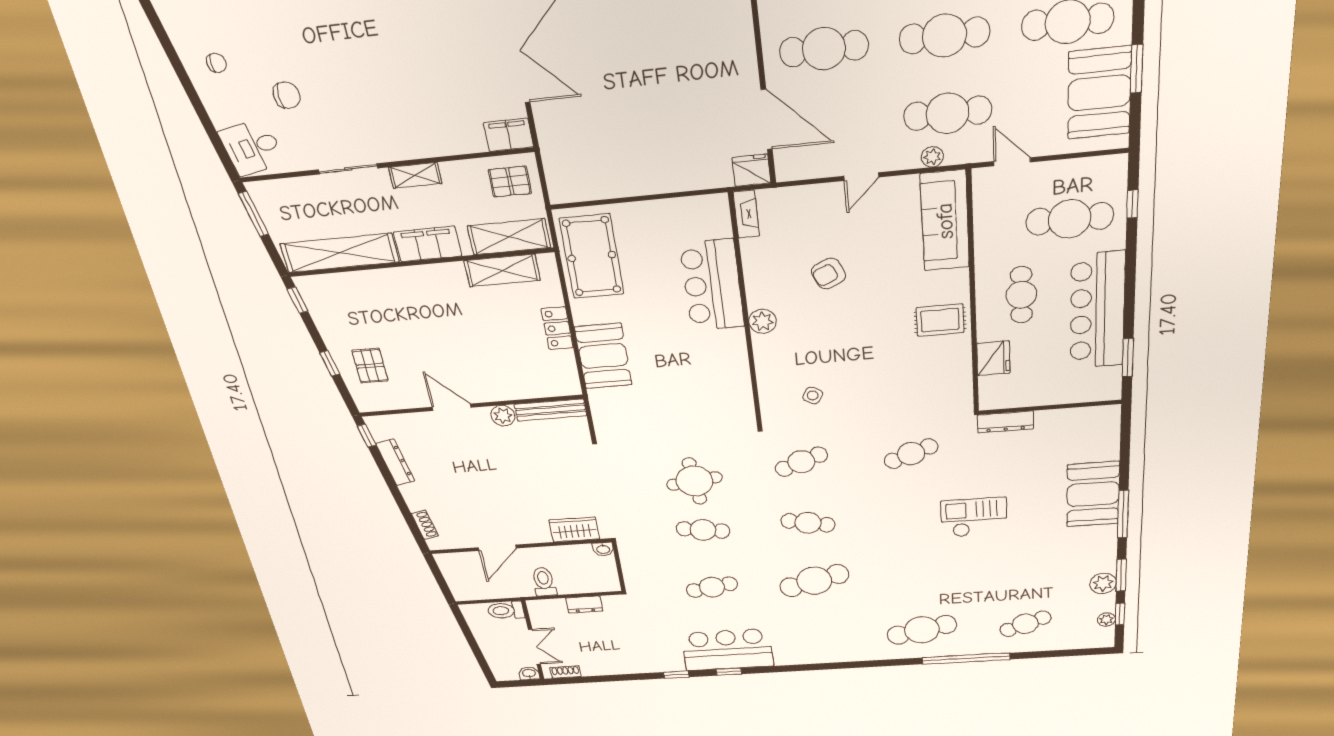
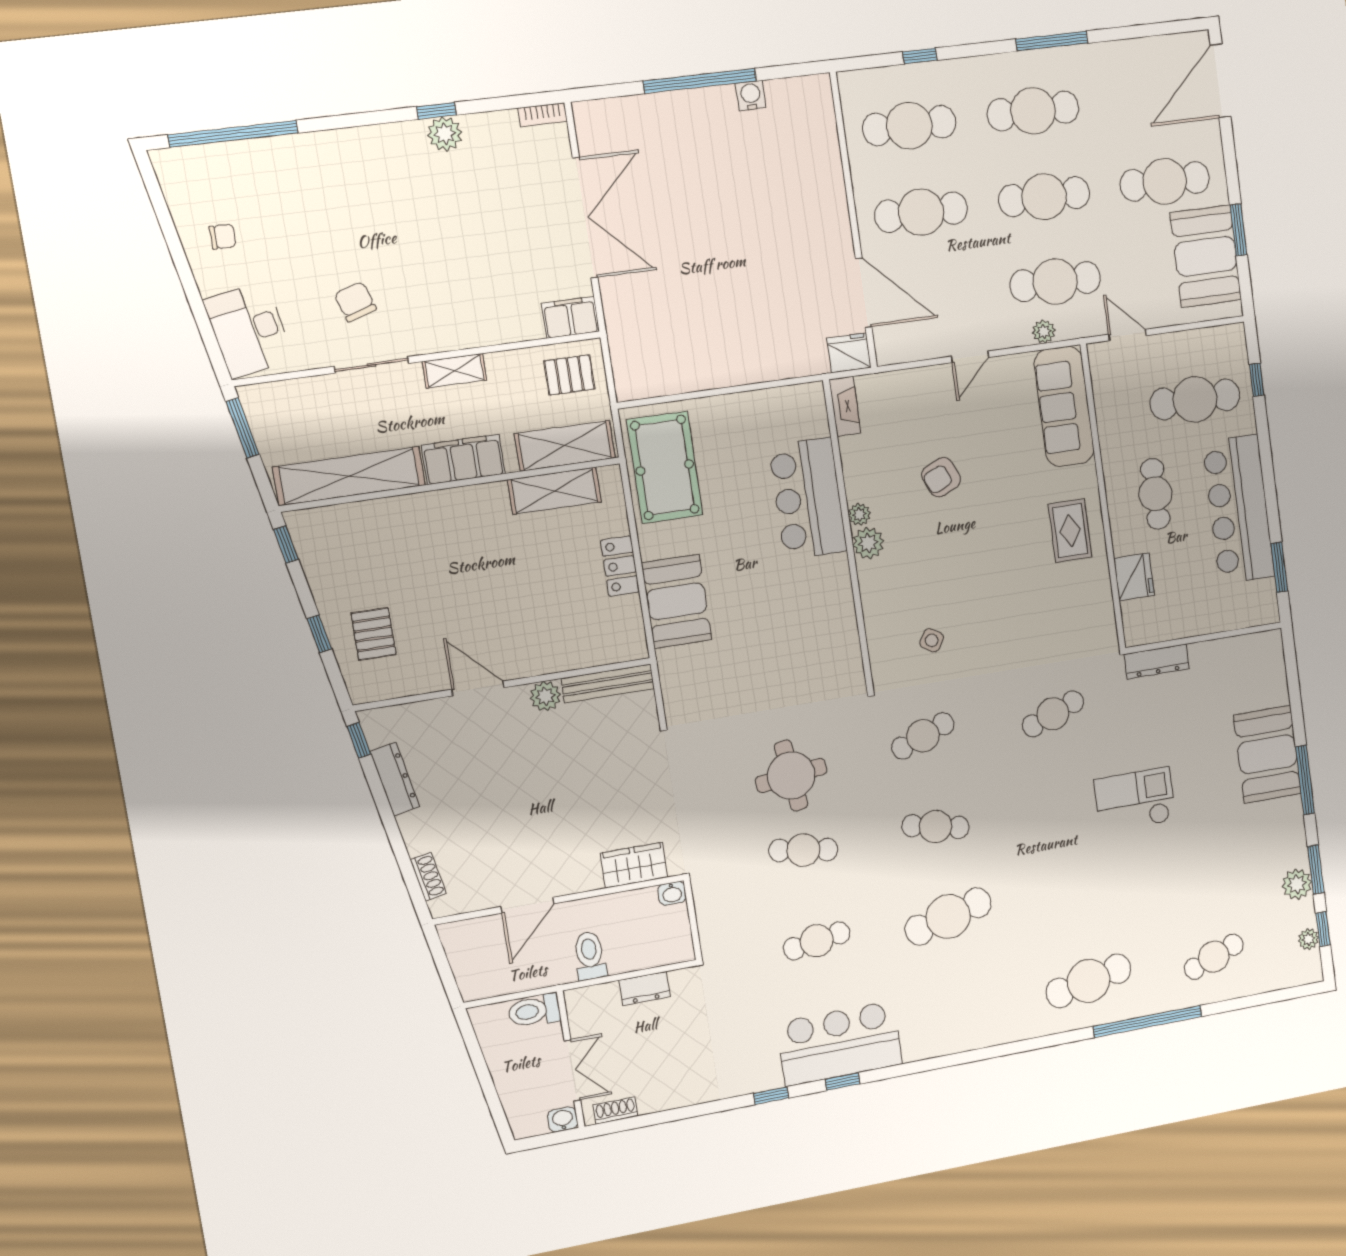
chair: (287, 95) -> (355, 302), moved, turned -108
desk: (252, 147) -> (249, 330), width x1.37
plant: (756, 299) -> (859, 514), added
rug: (940, 320) -> (1070, 531), turned 90

